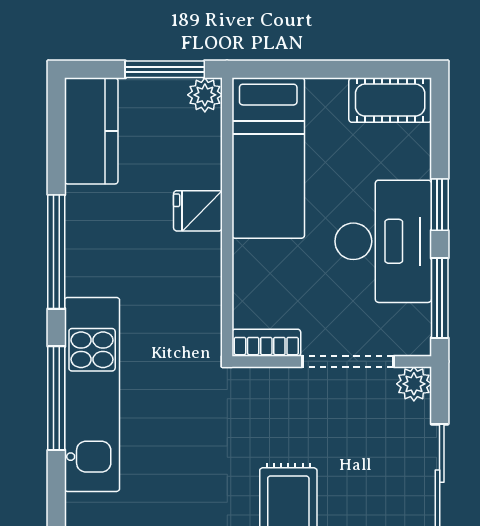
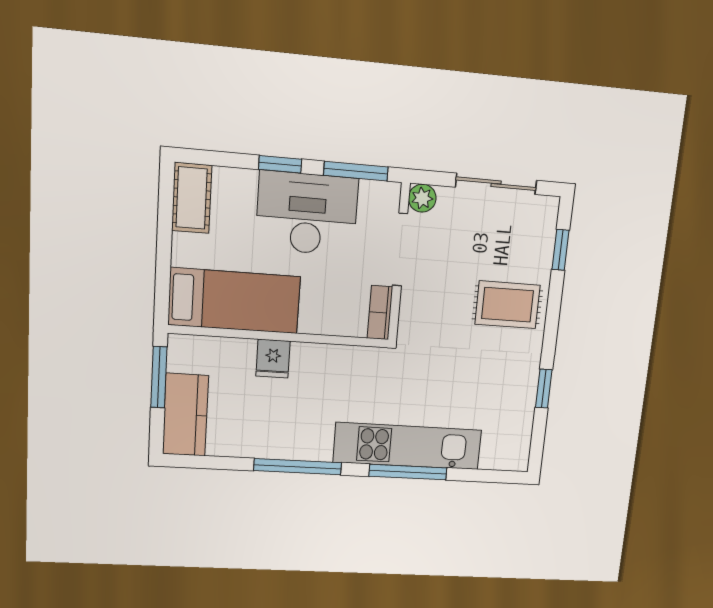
plant: (205, 95) -> (181, 347), removed
kitchen counter: (91, 131) -> (185, 415), moved, turned 90

